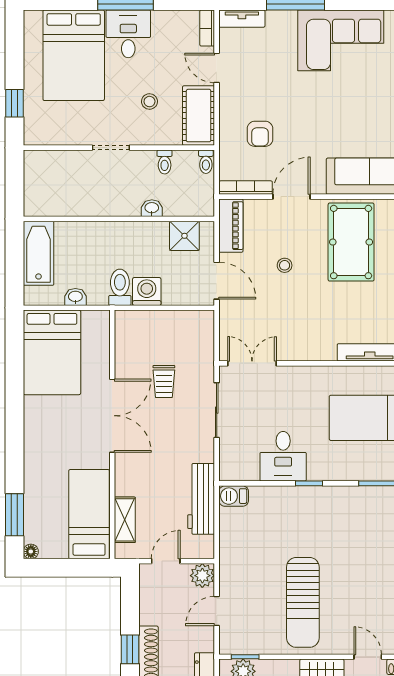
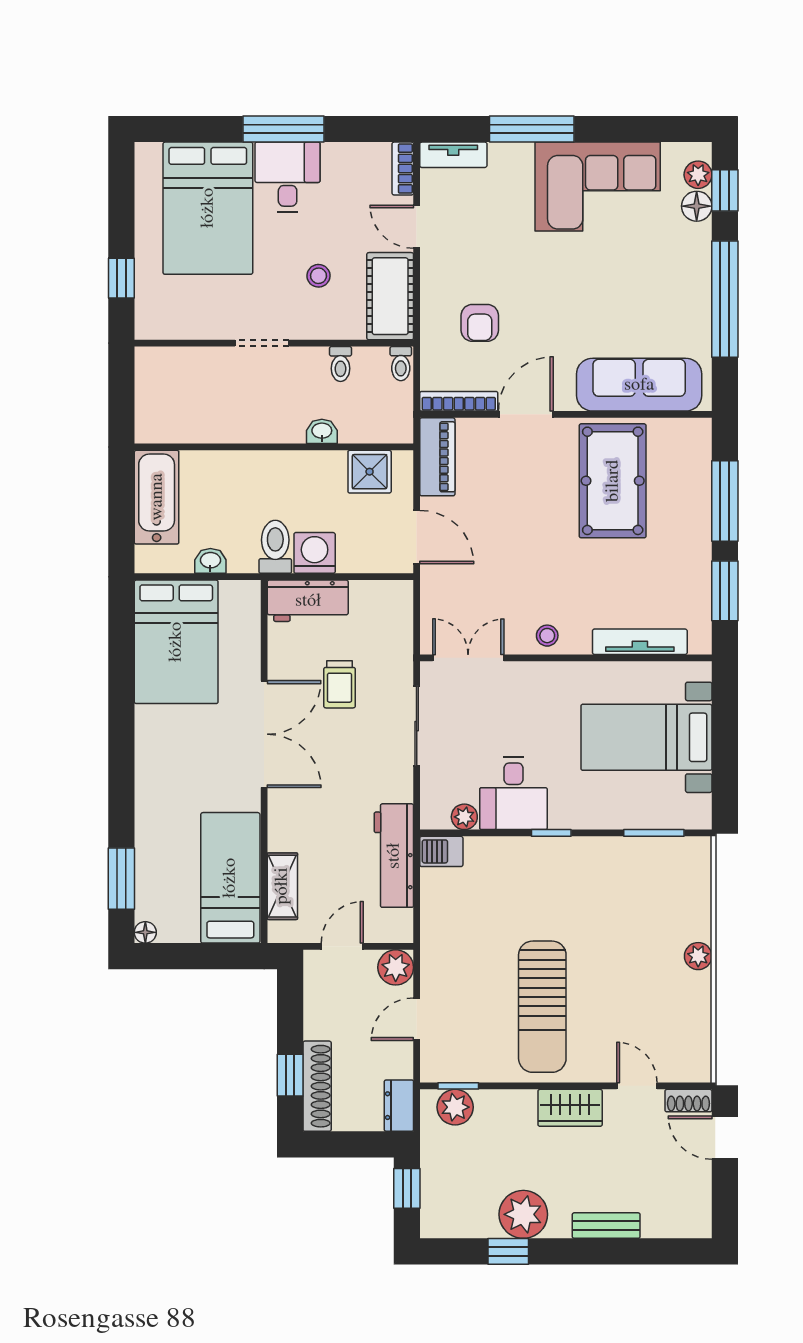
stool: (285, 265) -> (547, 636), moved
workbench: (142, 324) -> (308, 601), added
plant: (249, 472) -> (464, 817), added

